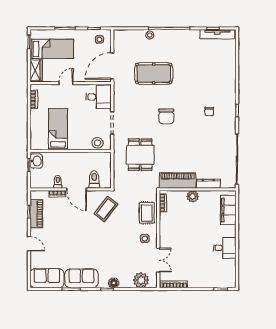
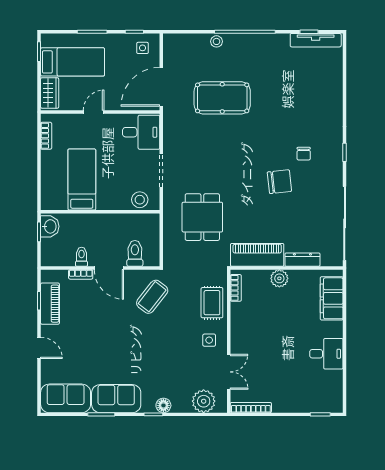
chair: (166, 116) -> (279, 182), moved, turned -96

